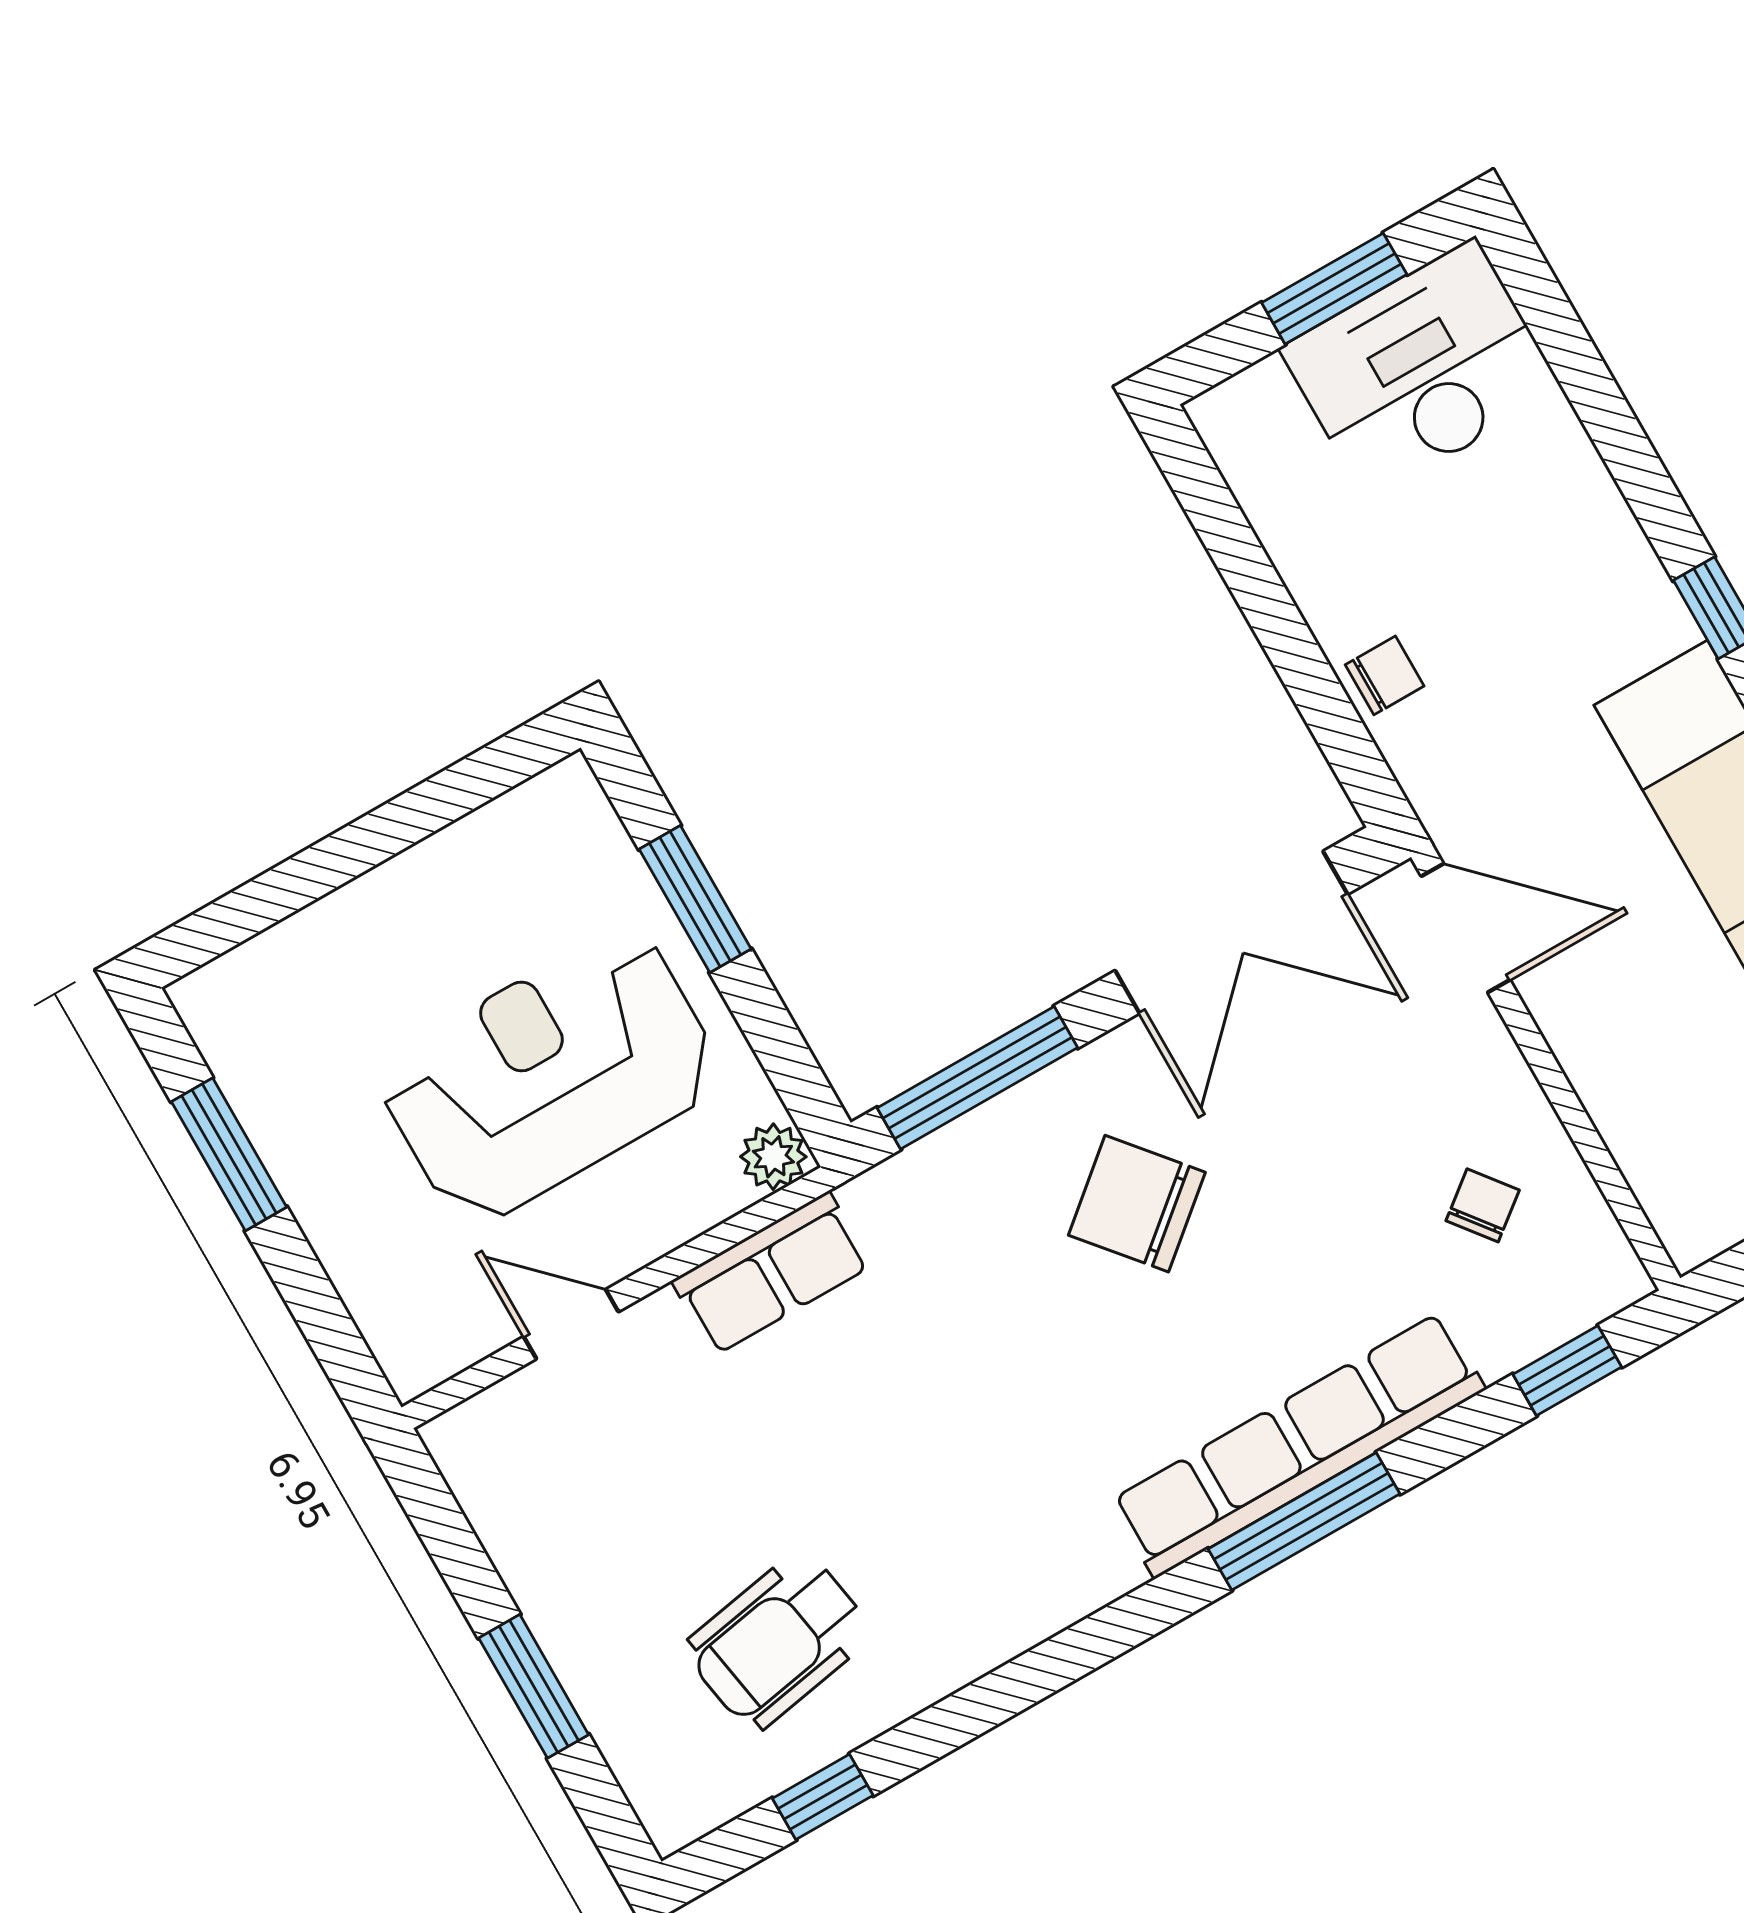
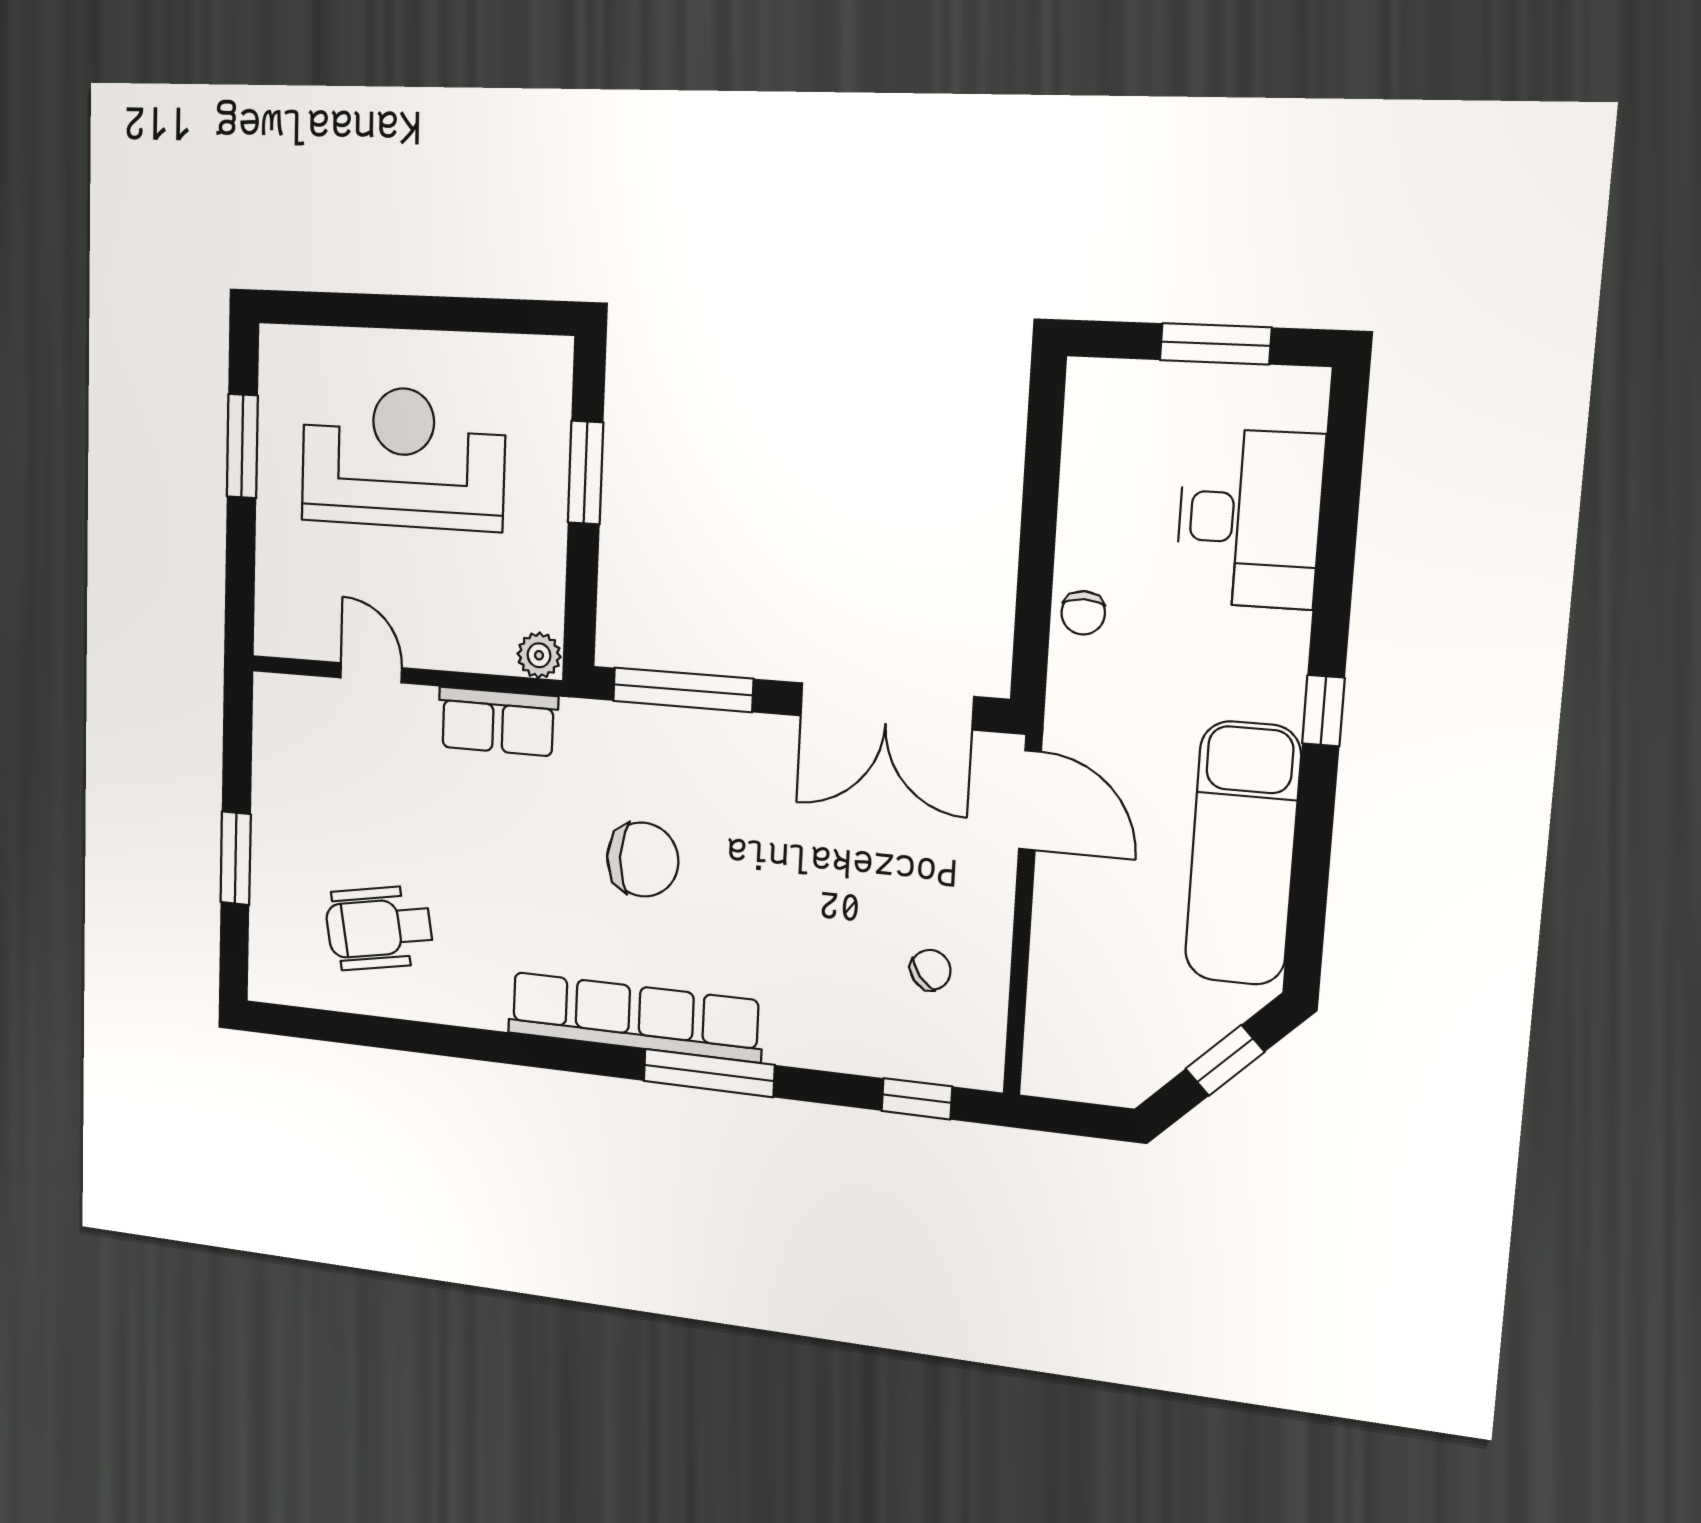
desk: (1421, 369) -> (1249, 518), moved, turned 90
chair: (1385, 675) -> (1083, 613), turned 90
reception desk: (550, 1076) -> (403, 457), moved
chair: (1137, 1204) -> (643, 859), moved, turned 130
row of seats: (1298, 1445) -> (634, 1017), moved
window: (823, 1797) -> (352, 1029), removed

